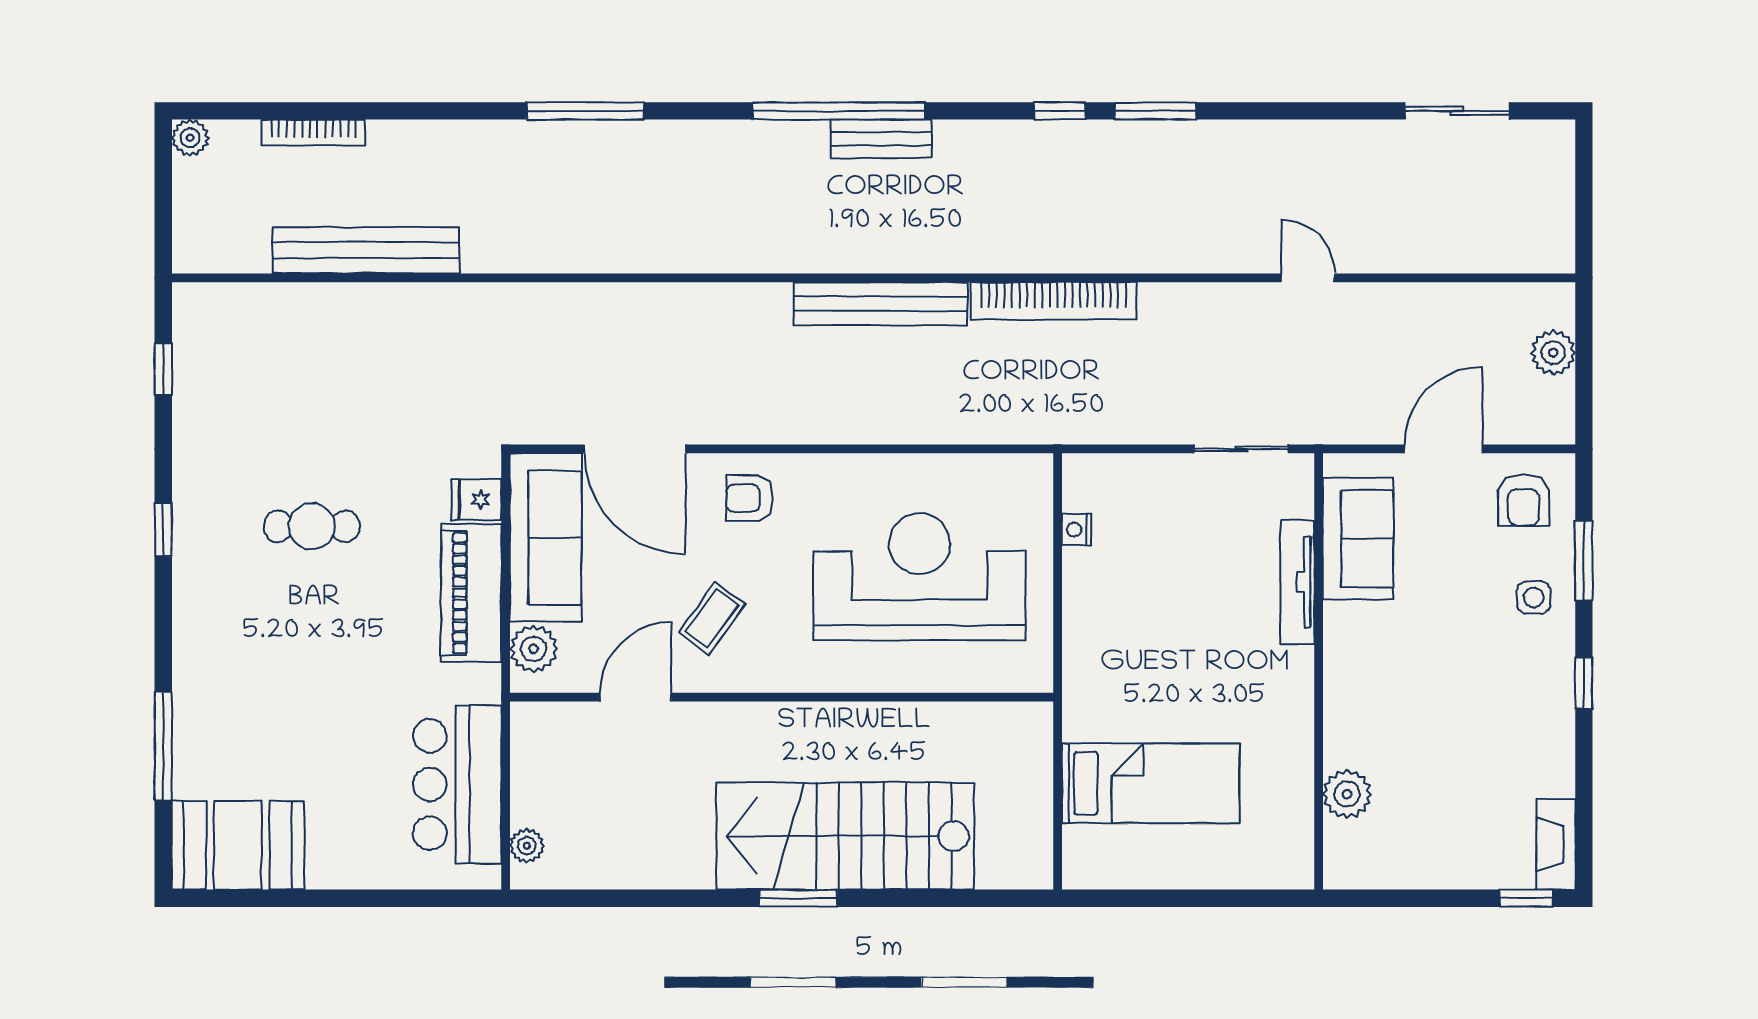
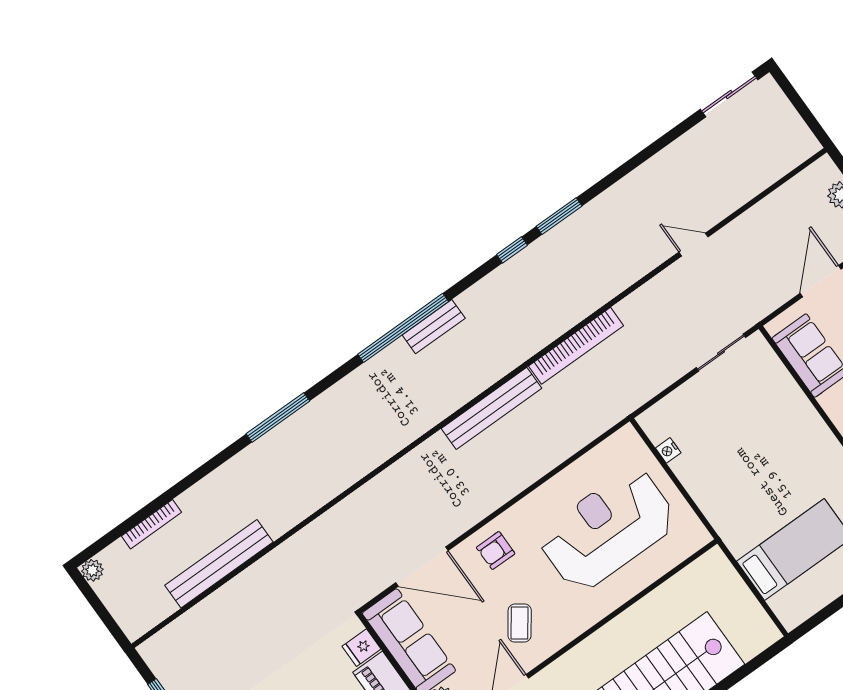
sliding door: (1457, 111) -> (729, 94), moved
tv unit: (1297, 582) -> (796, 398), removed

